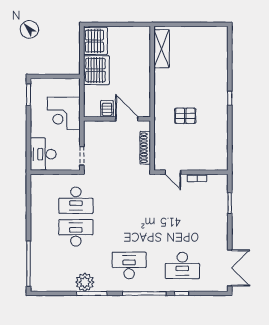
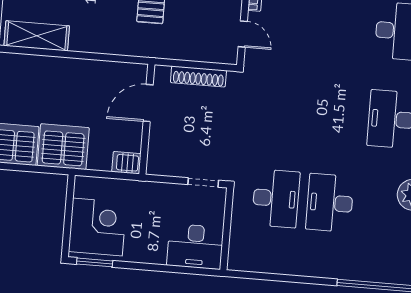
server rack: (107, 109) -> (126, 163), moved
corner desk: (64, 113) -> (97, 227), moved, turned -90
door: (173, 172) -> (243, 34), hinge flipped

